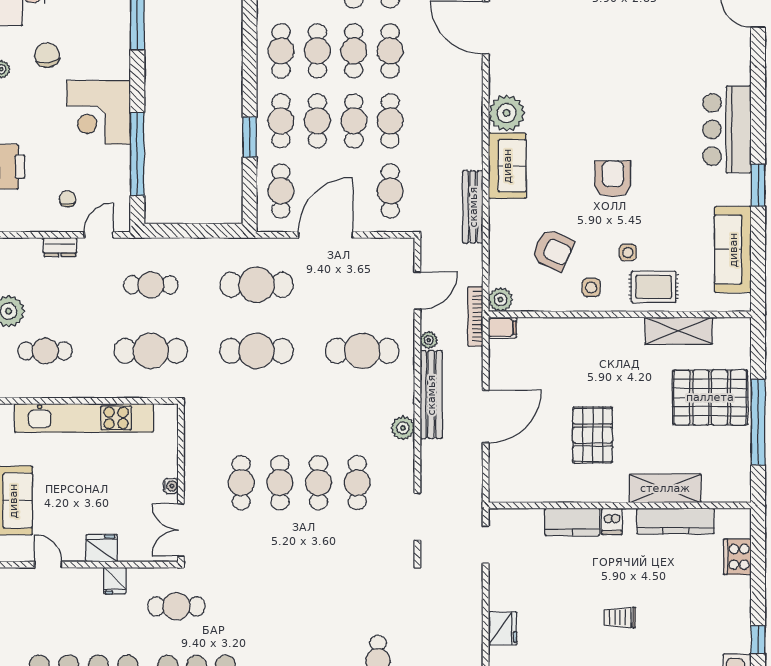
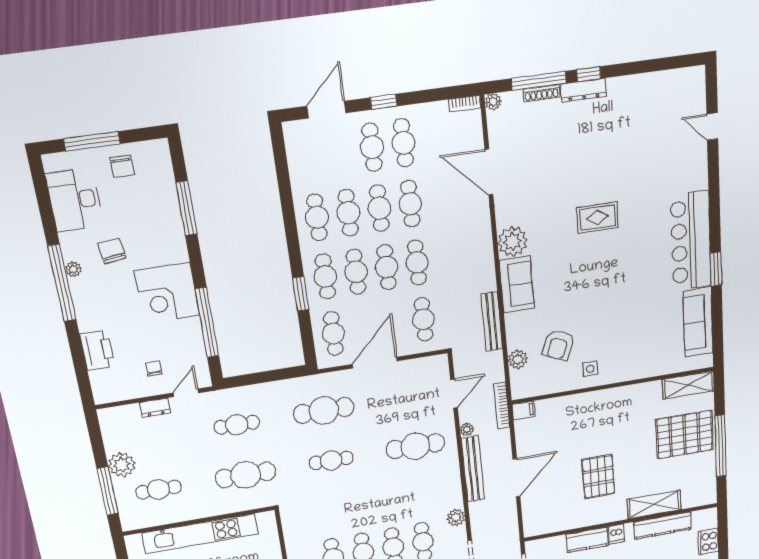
bar counter: (727, 129) -> (691, 241), width x1.36
armchair: (613, 179) -> (602, 282), removed
armchair: (553, 250) -> (558, 345), turned 88
side table: (628, 253) -> (617, 338), removed
rug: (654, 287) -> (598, 218), moved
plant: (500, 300) -> (518, 359), moved
shelving: (679, 331) -> (688, 385), moved
cafe table: (257, 351) -> (331, 460), width x0.73, depth x0.74
plant: (403, 428) -> (456, 518), moved

